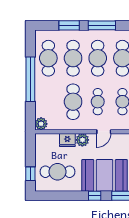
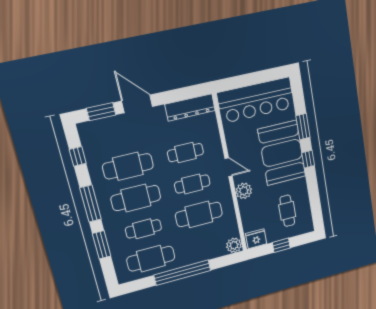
cafe table: (73, 58) -> (143, 229), width x0.73, depth x0.74
fridge: (67, 140) -> (256, 239), moved, turned -90
cafe table: (57, 172) -> (287, 211), width x0.73, depth x0.74
window: (30, 174) -> (281, 245), moved

